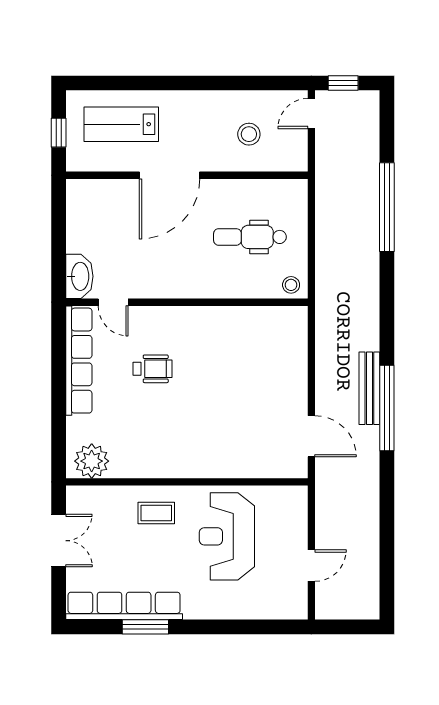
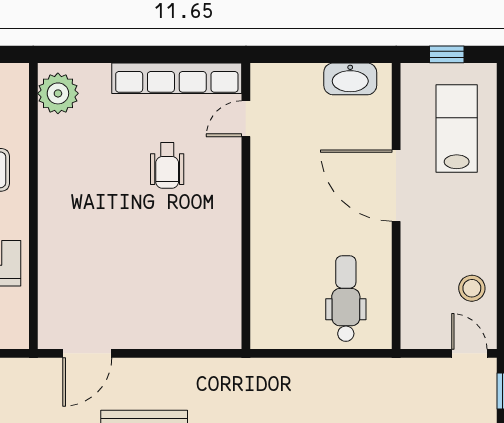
stool: (249, 134) -> (472, 288), moved
dental chair: (250, 237) -> (346, 299), moved
washbasin: (79, 276) -> (350, 79), moved
stool: (291, 285) -> (266, 329), removed

